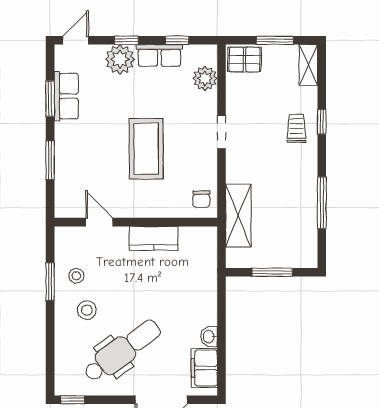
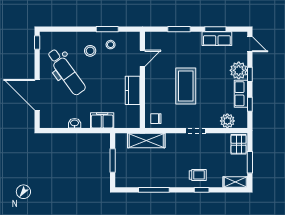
coffee table: (146, 149) -> (186, 86), turned 90
filing cabinet: (204, 368) -> (102, 120), moved

